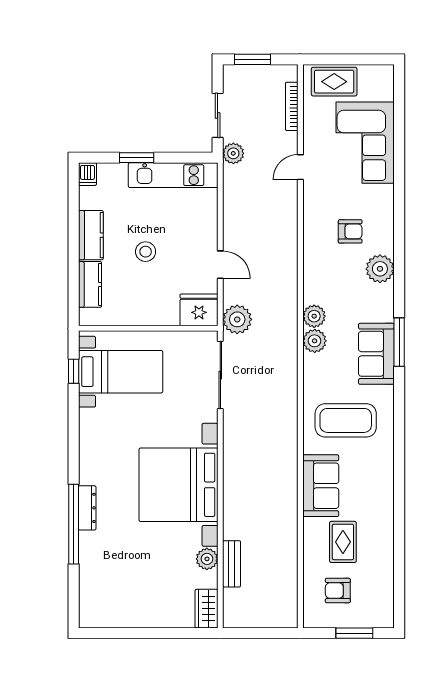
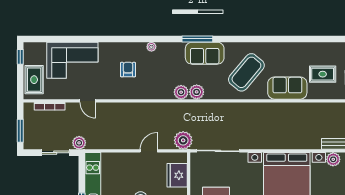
window: (370, 59) -> (20, 57), added
plant: (380, 269) -> (151, 47), width x0.53, depth x0.53
fridge: (199, 310) -> (177, 175), moved
coffee table: (346, 420) -> (246, 72), turned 40

